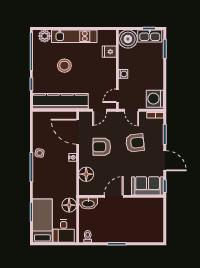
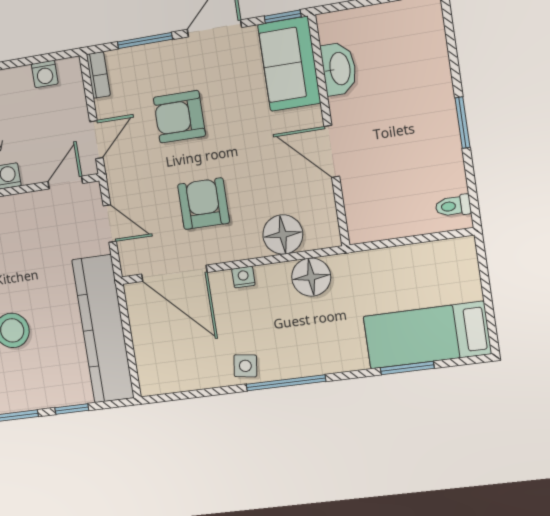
door: (117, 96) -> (65, 183), swing flipped
washing machine: (155, 99) -> (45, 74), width x0.53, depth x0.53
door: (78, 132) -> (174, 273), hinge flipped
armchair: (135, 143) -> (179, 117), turned -84
armchair: (102, 147) -> (204, 204), turned 180
washbasin: (88, 203) -> (339, 69), moved
floor lamp: (69, 205) -> (311, 277), moved
desk: (64, 231) -> (448, 274), removed

